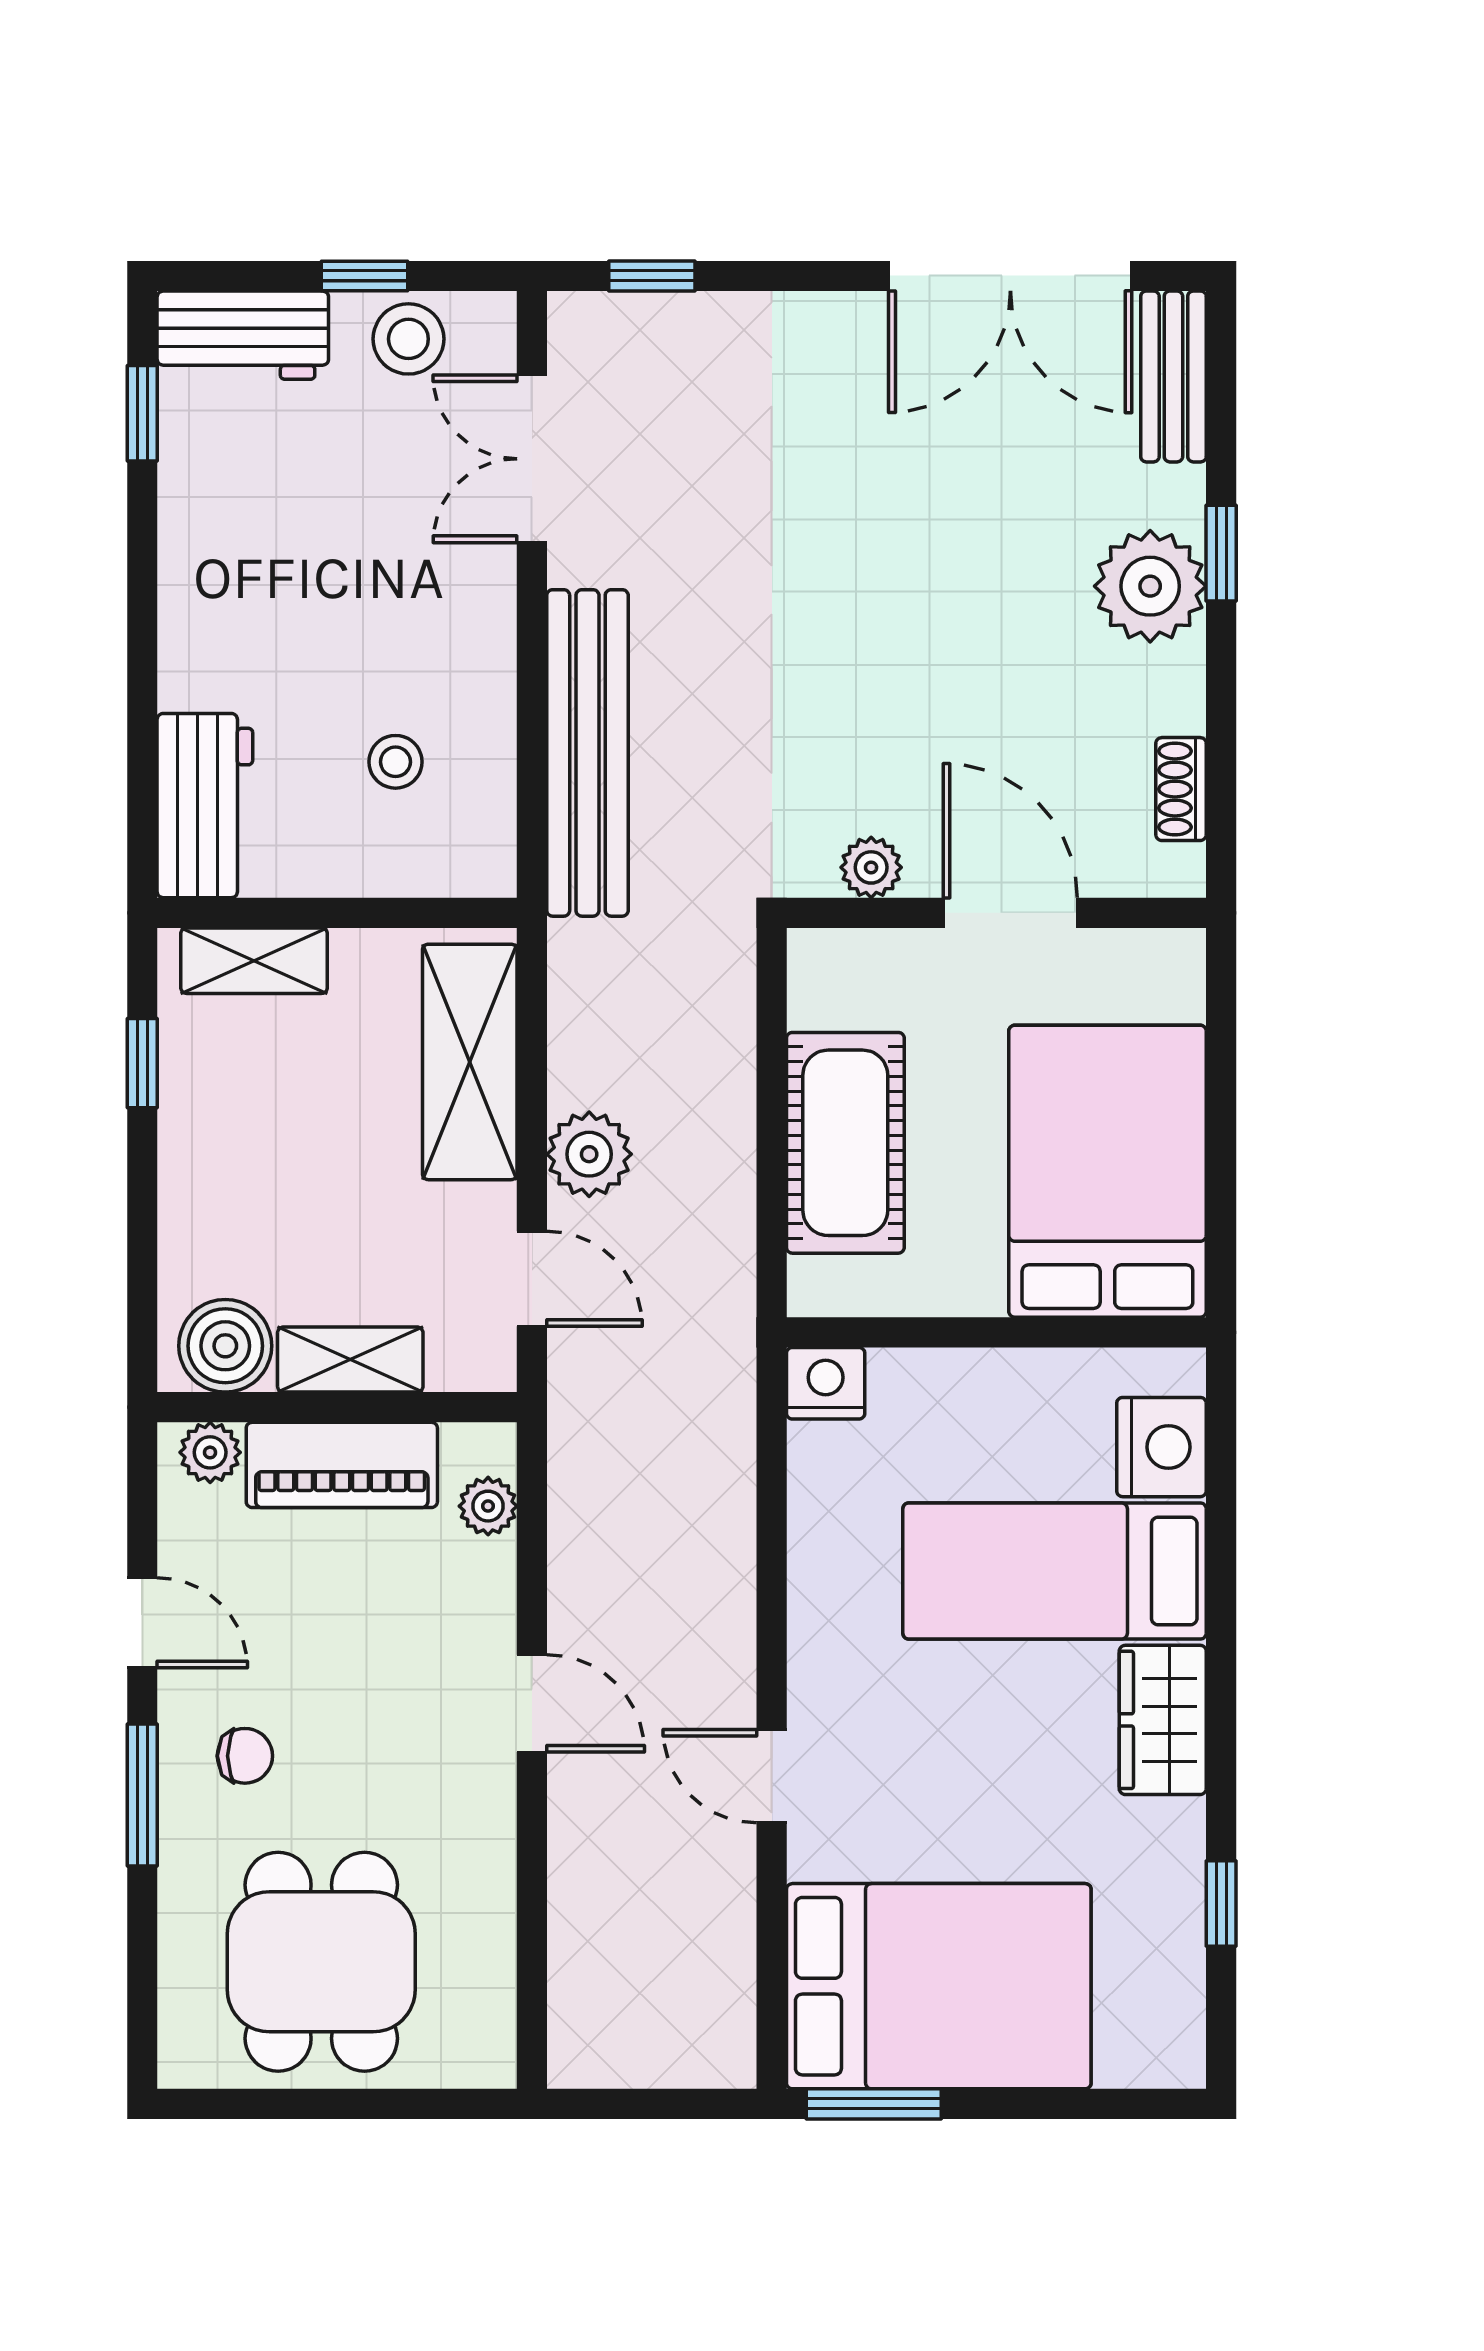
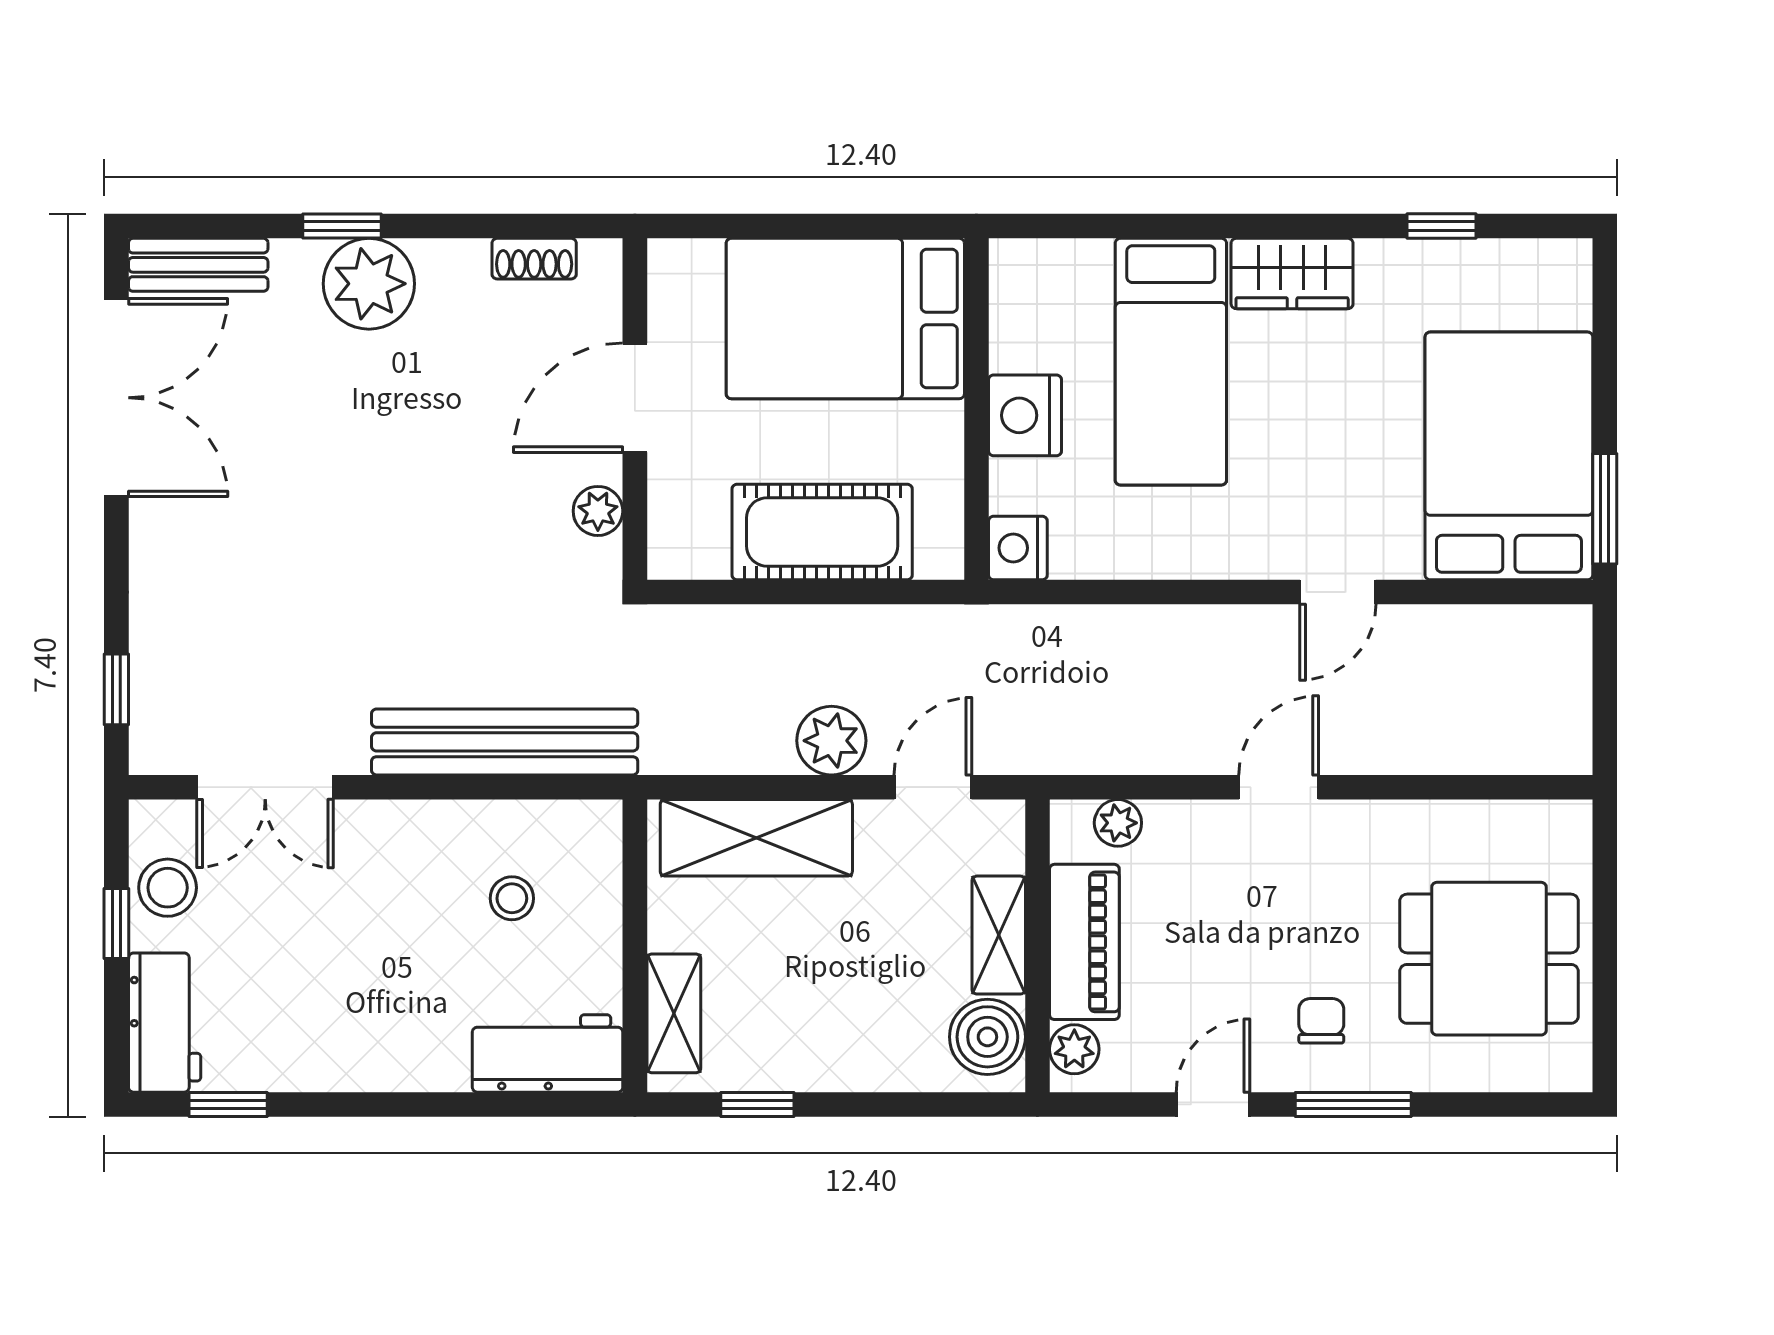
nightstand: (1161, 1447) -> (1025, 415), moved, turned -90

